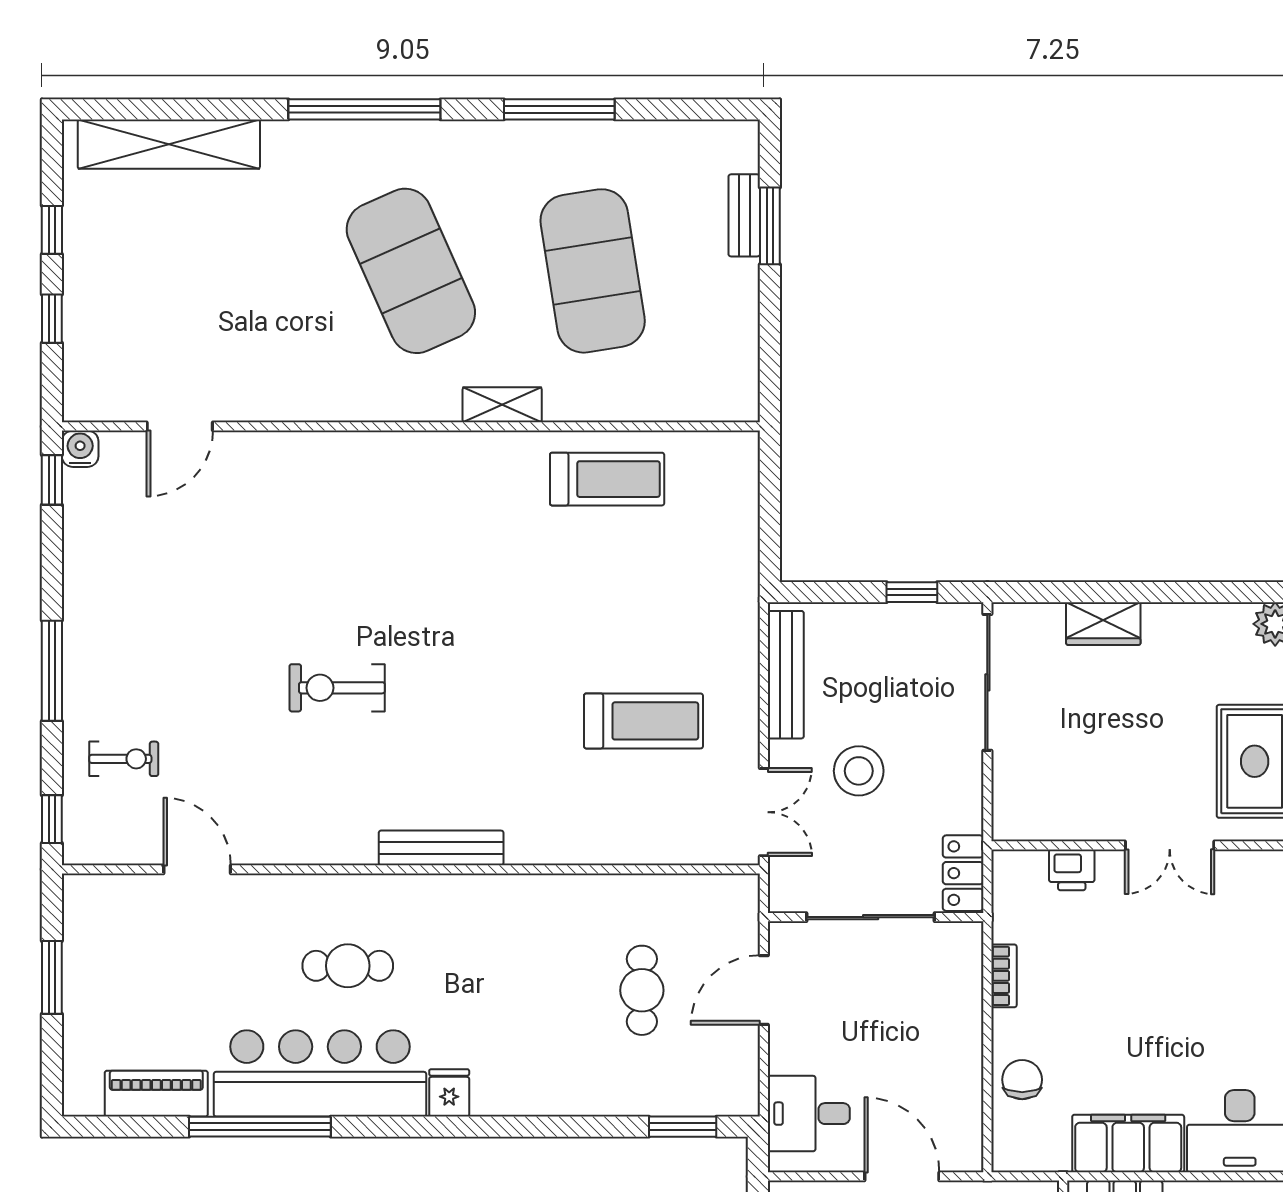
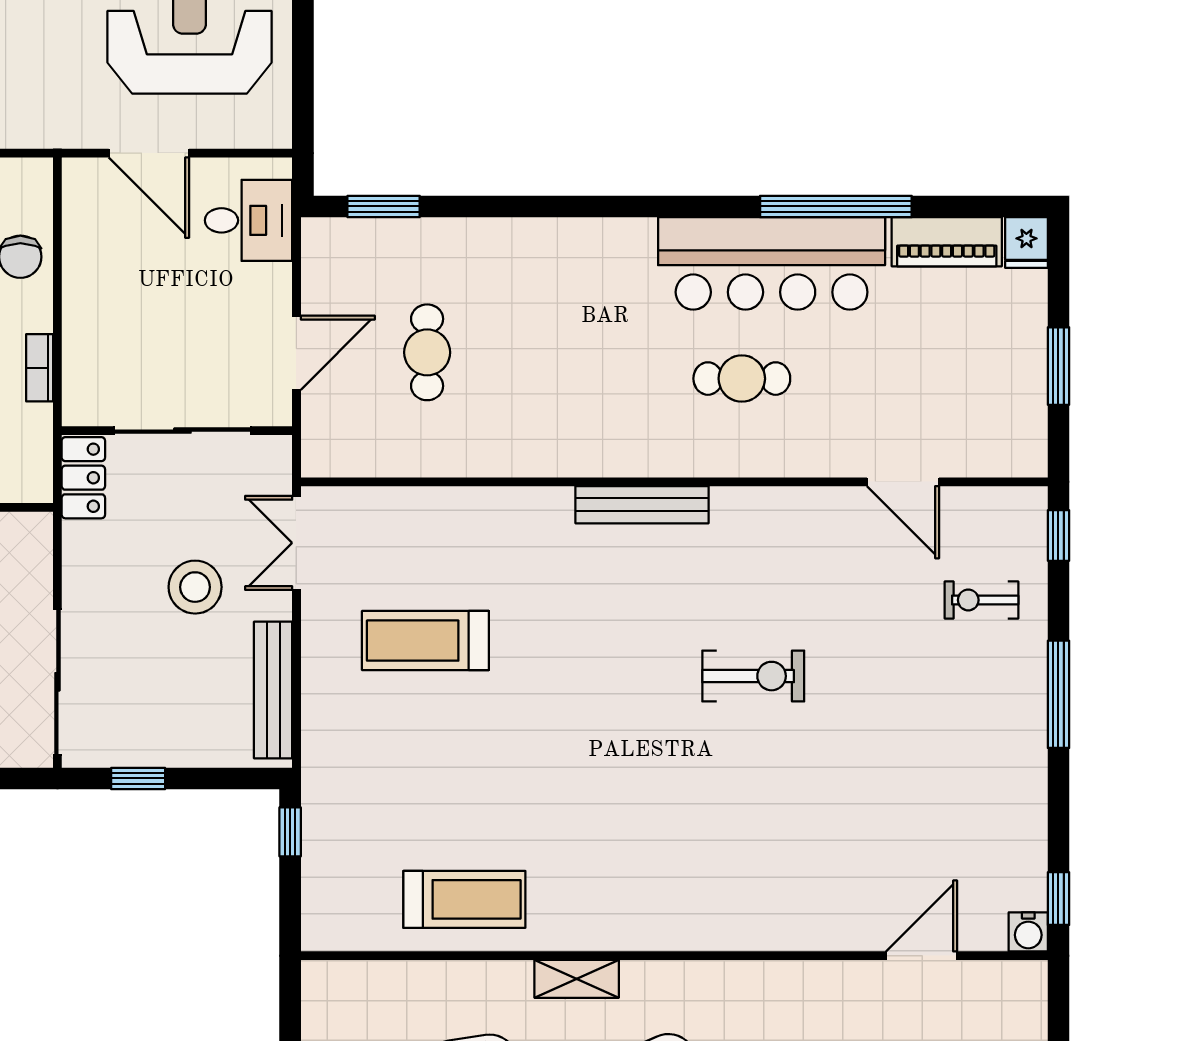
treadmill: (607, 479) -> (464, 899), turned 180
window: (770, 542) -> (290, 832), added
fridge: (449, 1093) -> (1026, 243), moved

